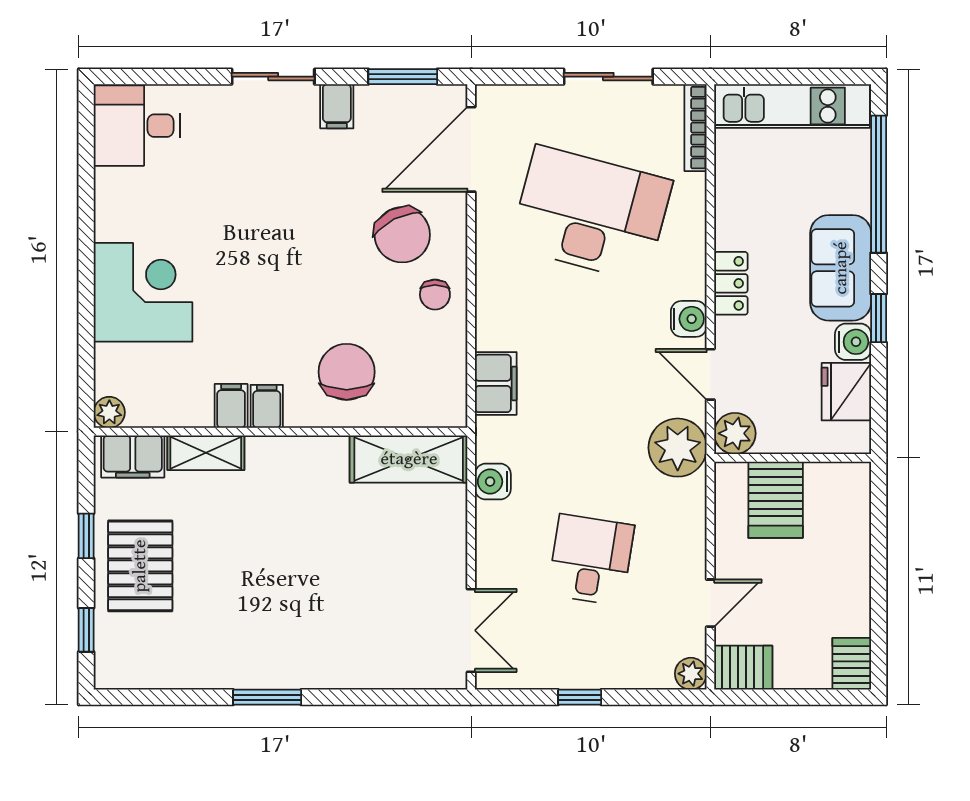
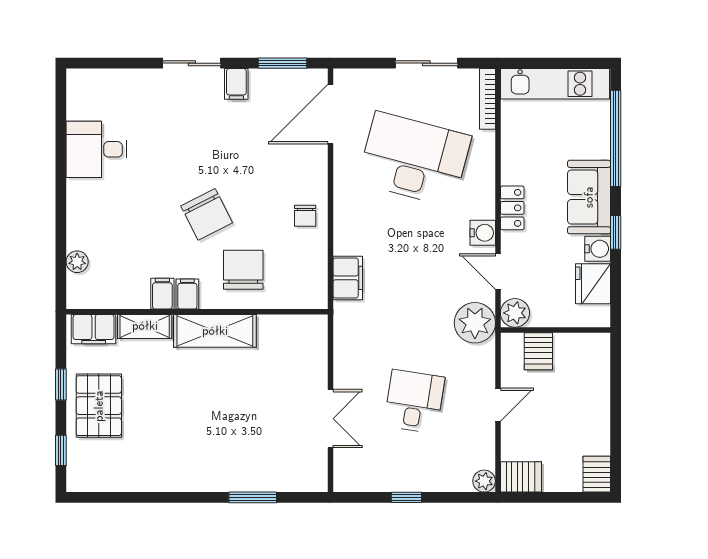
desk: (137, 126) -> (97, 149), moved
chair: (402, 235) -> (207, 214), moved
corner desk: (143, 292) -> (101, 214), removed
plant: (109, 412) -> (77, 262), moved
shelving: (409, 459) -> (215, 331), moved
water cooler: (493, 482) -> (346, 347), removed
server rack: (776, 500) -> (538, 351), width x0.73, depth x0.70
door: (710, 603) -> (498, 405), moved
double door: (471, 630) -> (330, 419), moved
window: (267, 697) -> (253, 497), moved

